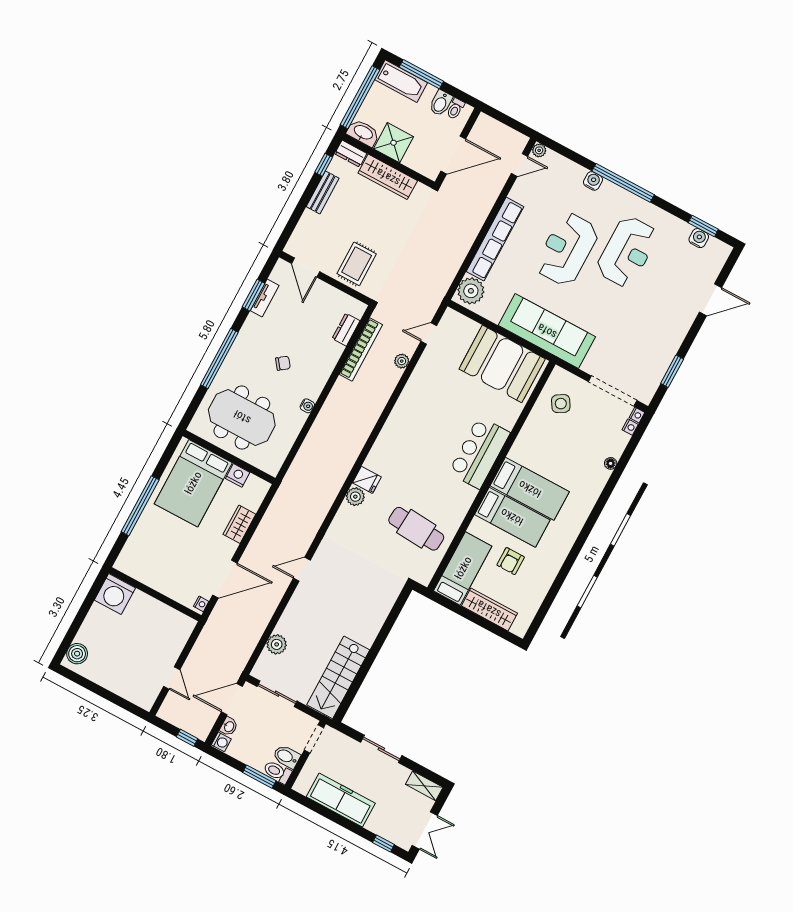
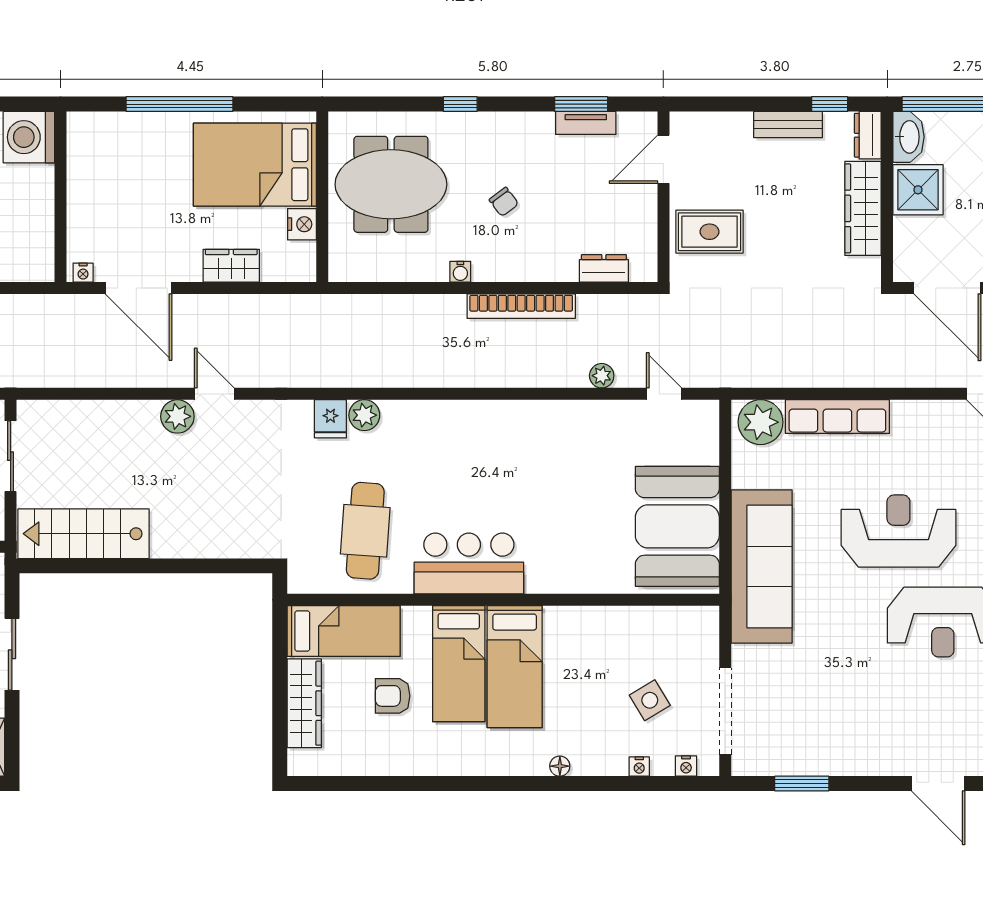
row of seats: (495, 239) -> (837, 417), width x0.73
bookcase: (361, 349) -> (521, 306), moved
window: (219, 358) -> (460, 104), width x0.32
side table: (561, 404) -> (650, 700), moved
nightstand: (637, 415) -> (639, 767), moved
meeting table: (242, 417) -> (391, 184), turned 90
bar counter: (479, 453) -> (469, 563), moved
floor lamp: (611, 463) -> (560, 766), moved
fridge: (367, 480) -> (330, 419), moved
plant: (277, 644) -> (177, 416), moved

